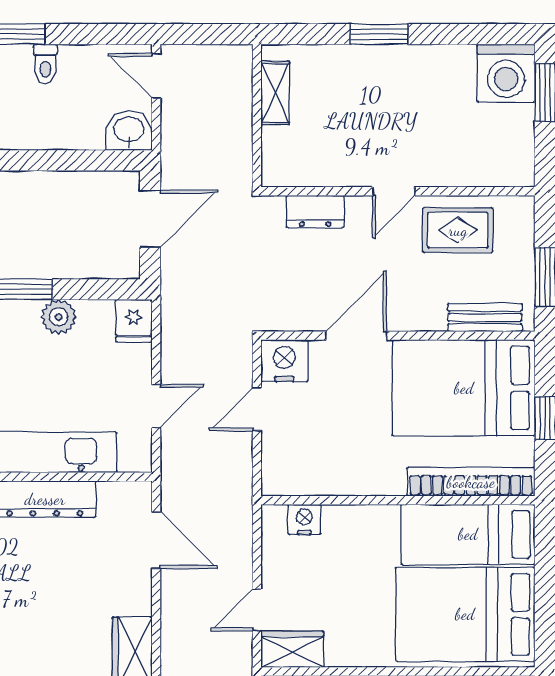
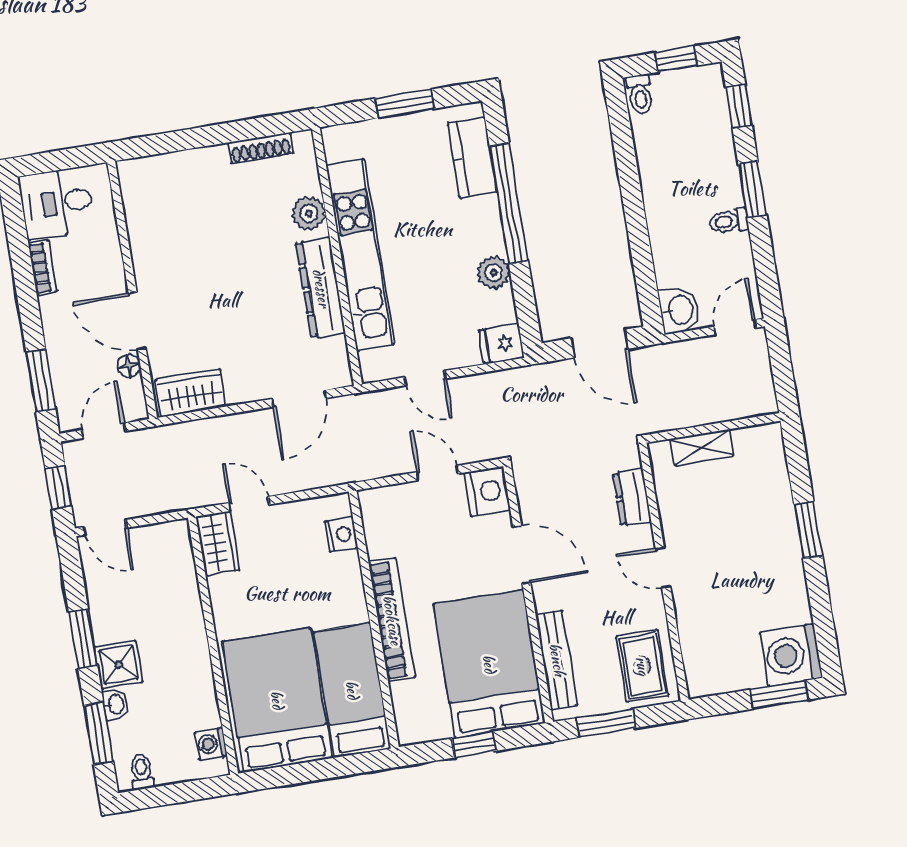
shelving: (275, 93) -> (702, 447), moved
rug: (458, 230) -> (642, 666), moved
bench: (485, 317) -> (557, 660), width x1.36
bookcase: (471, 482) -> (392, 620), moved

